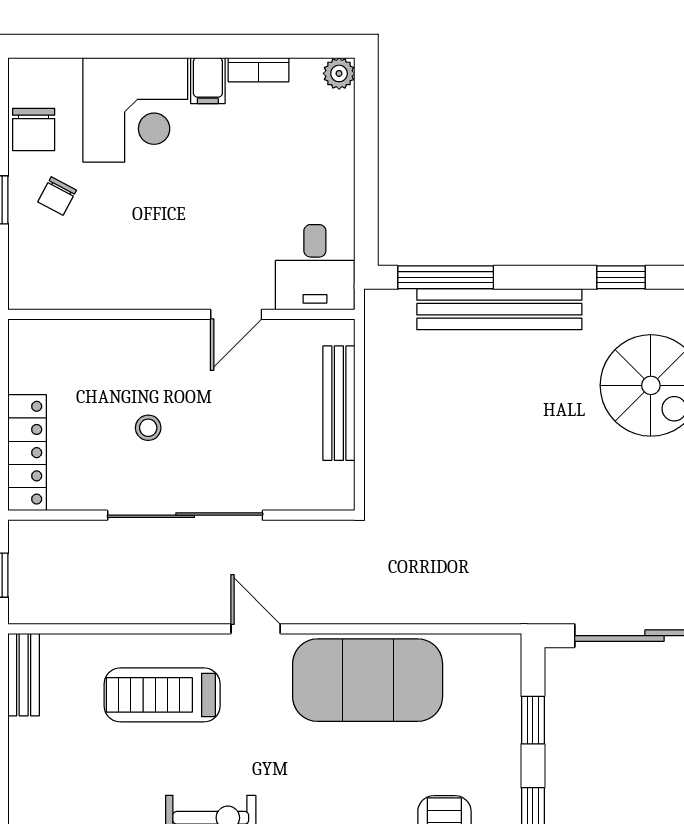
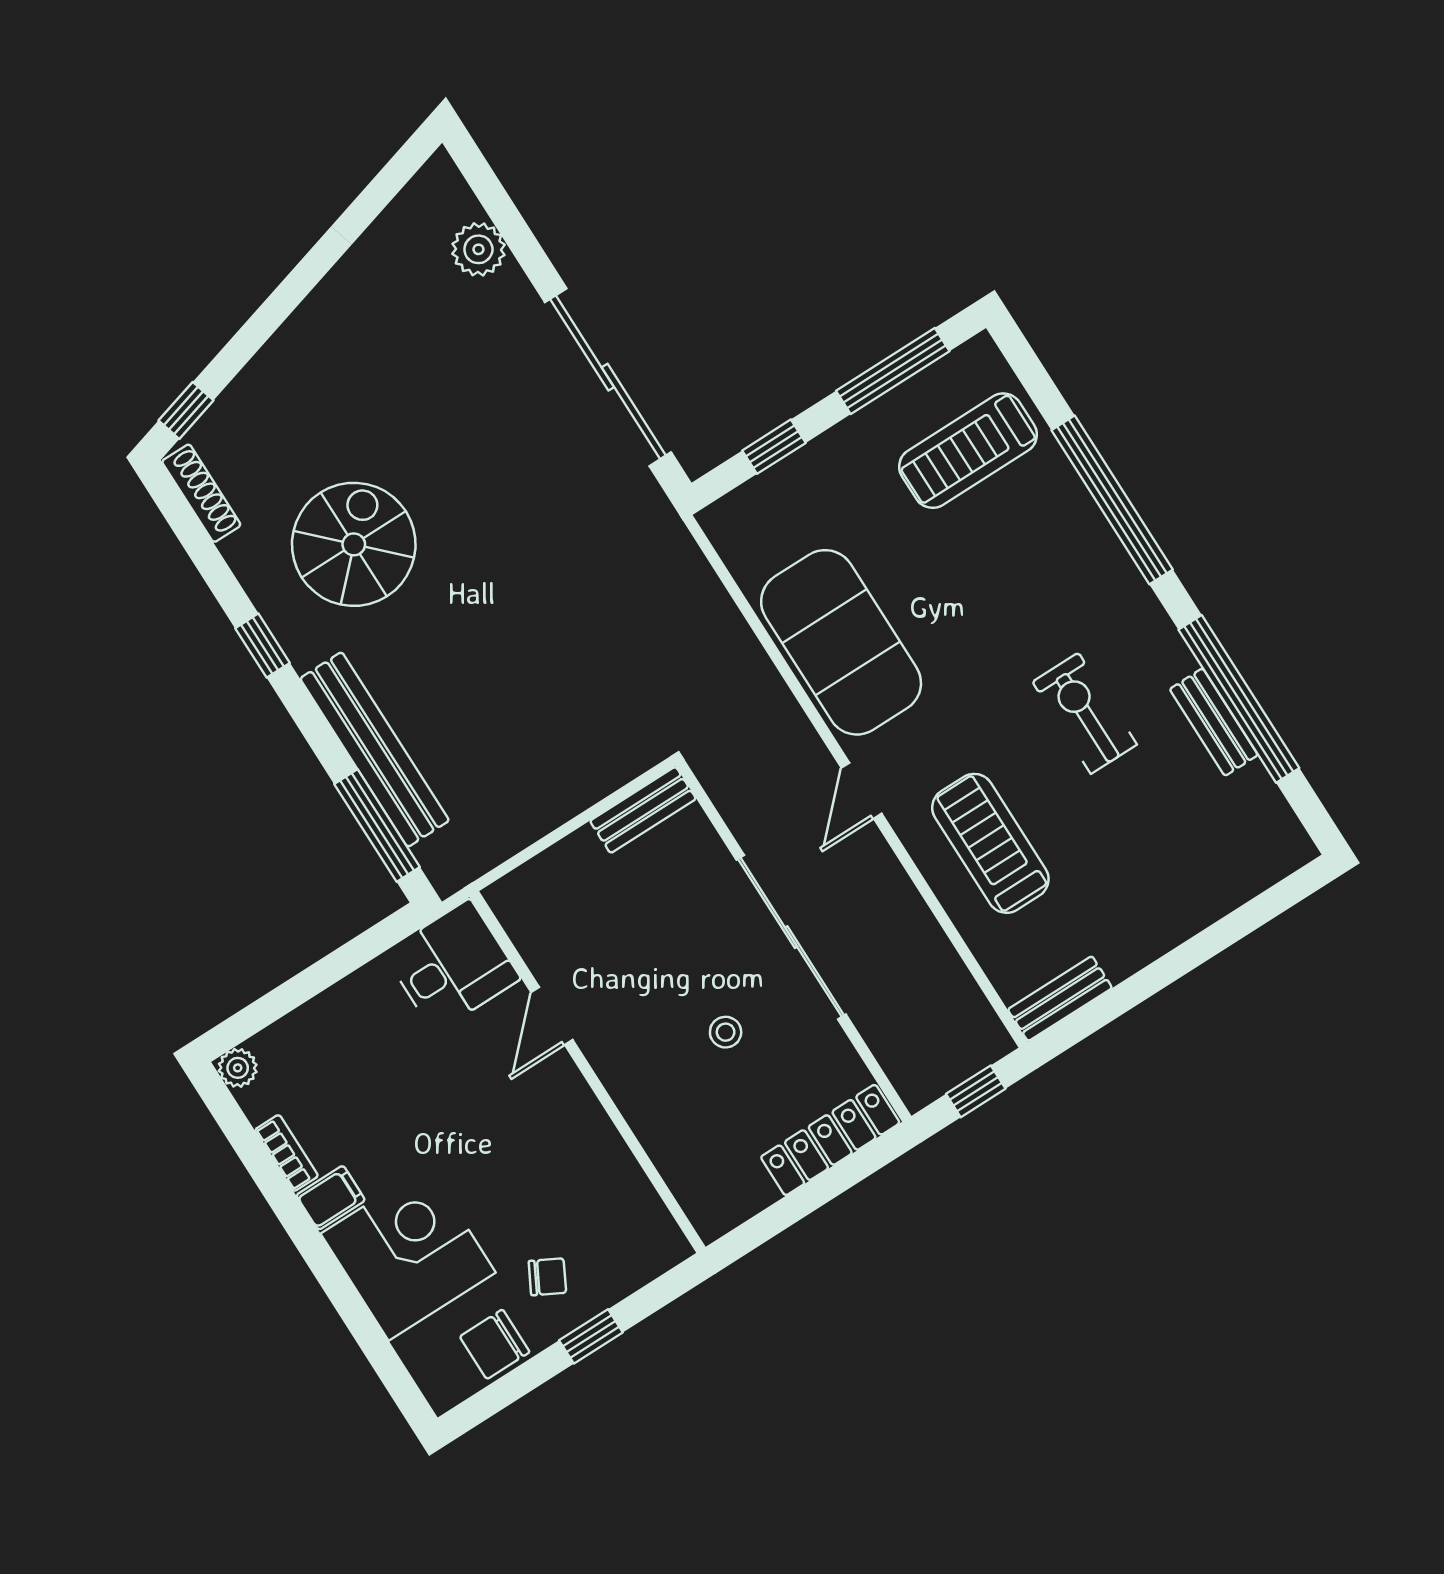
chair: (34, 130) -> (495, 1344), turned 180
door: (236, 314) -> (552, 1016), swing flipped
bench: (339, 403) -> (643, 810), moved, width x0.73
treadmill: (162, 695) -> (990, 843), turned 180

